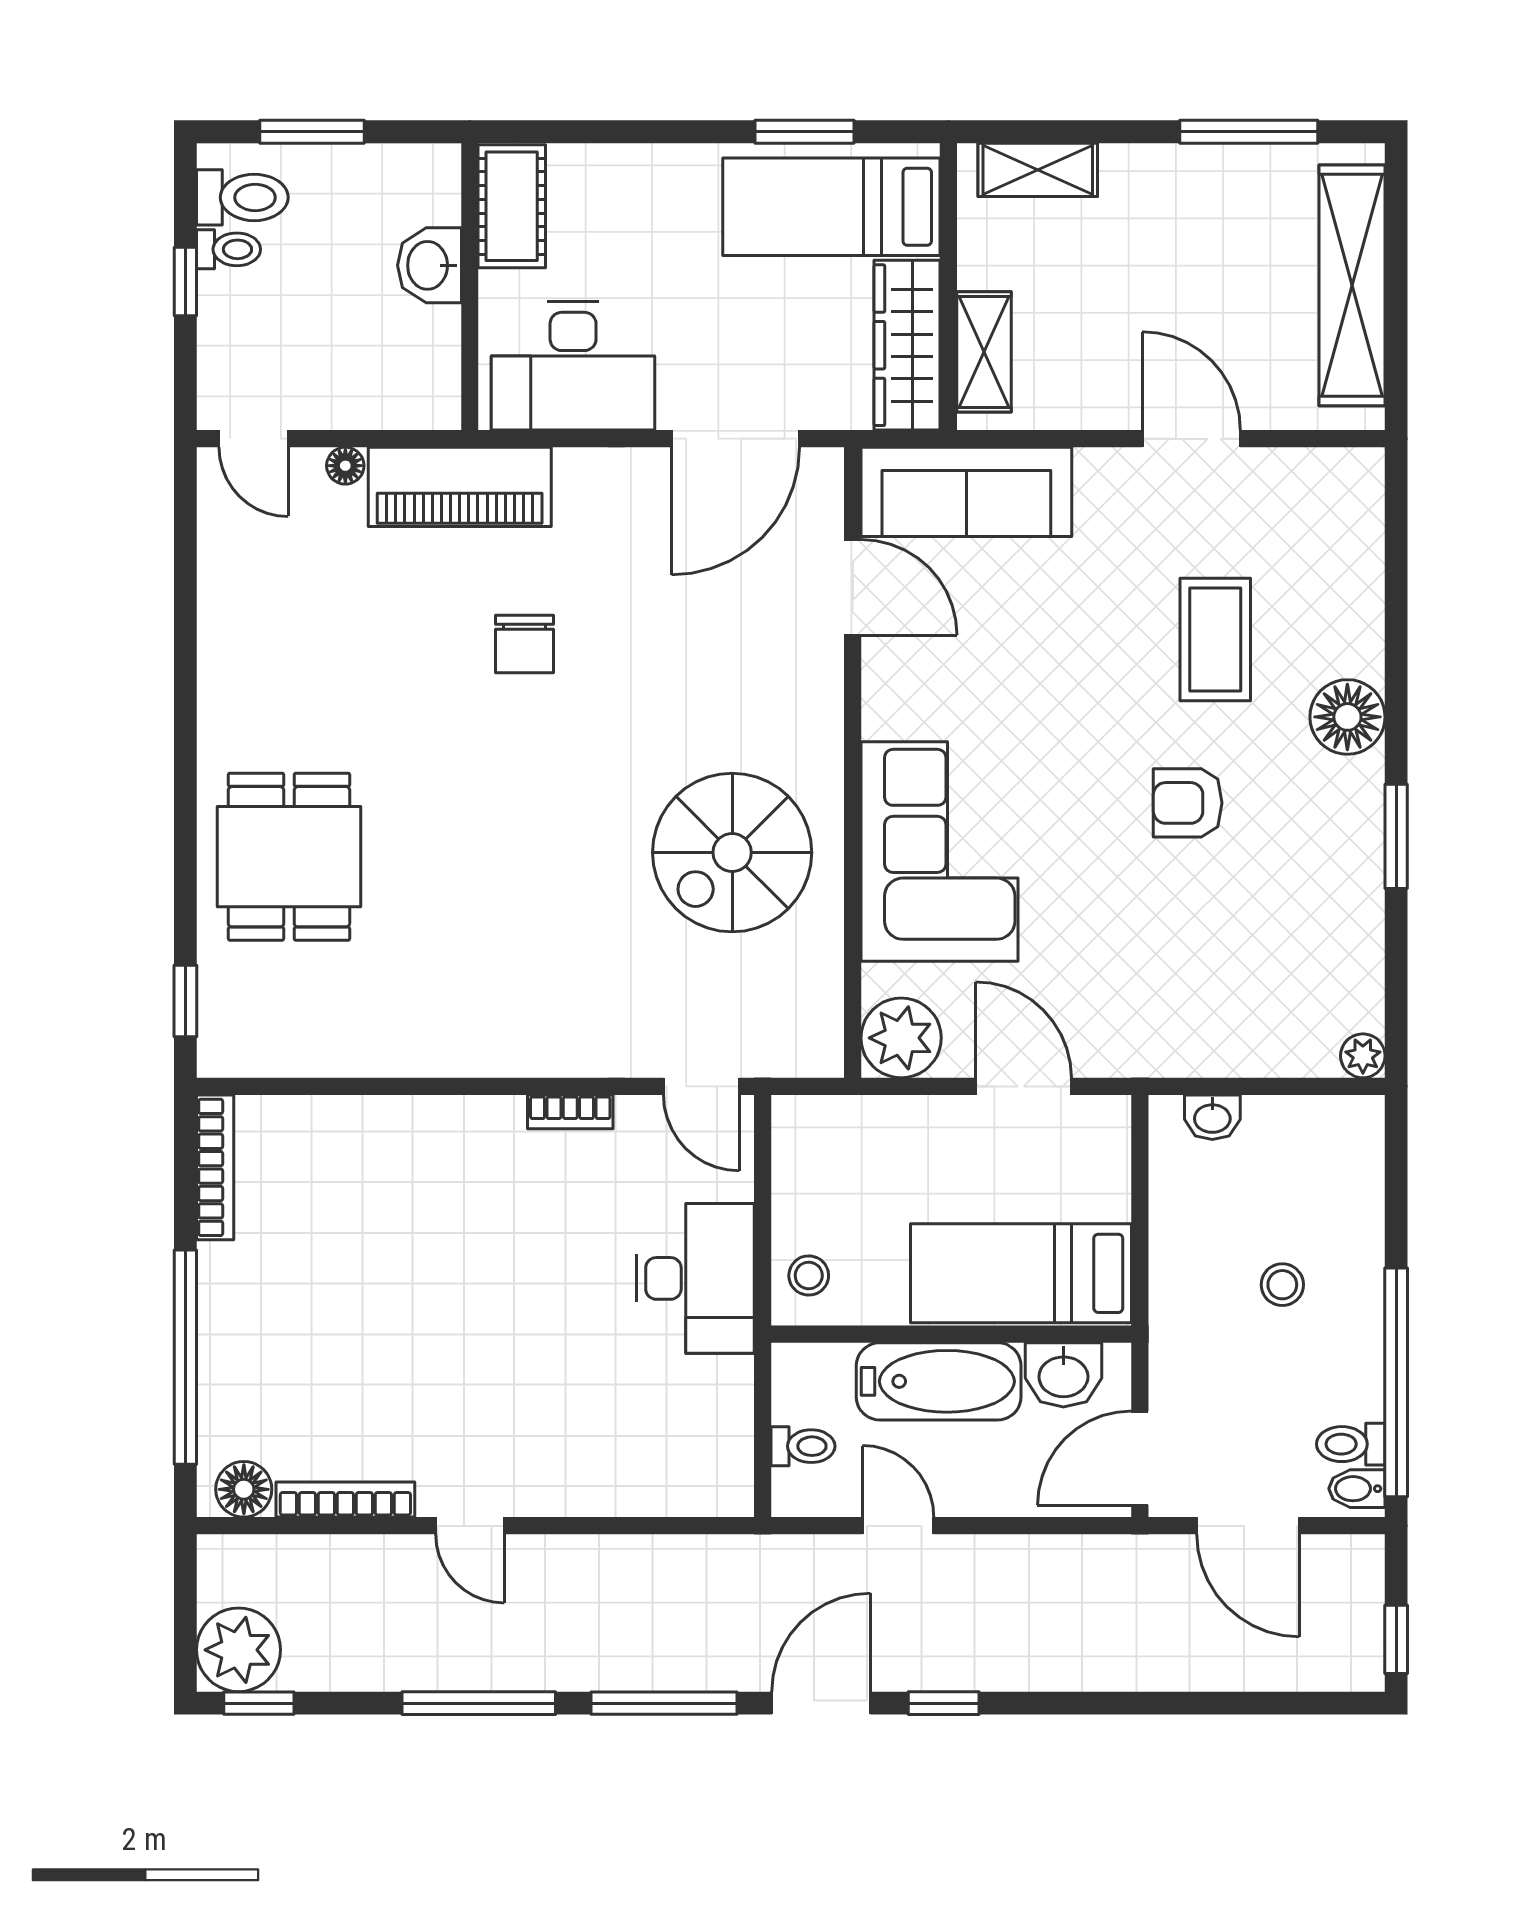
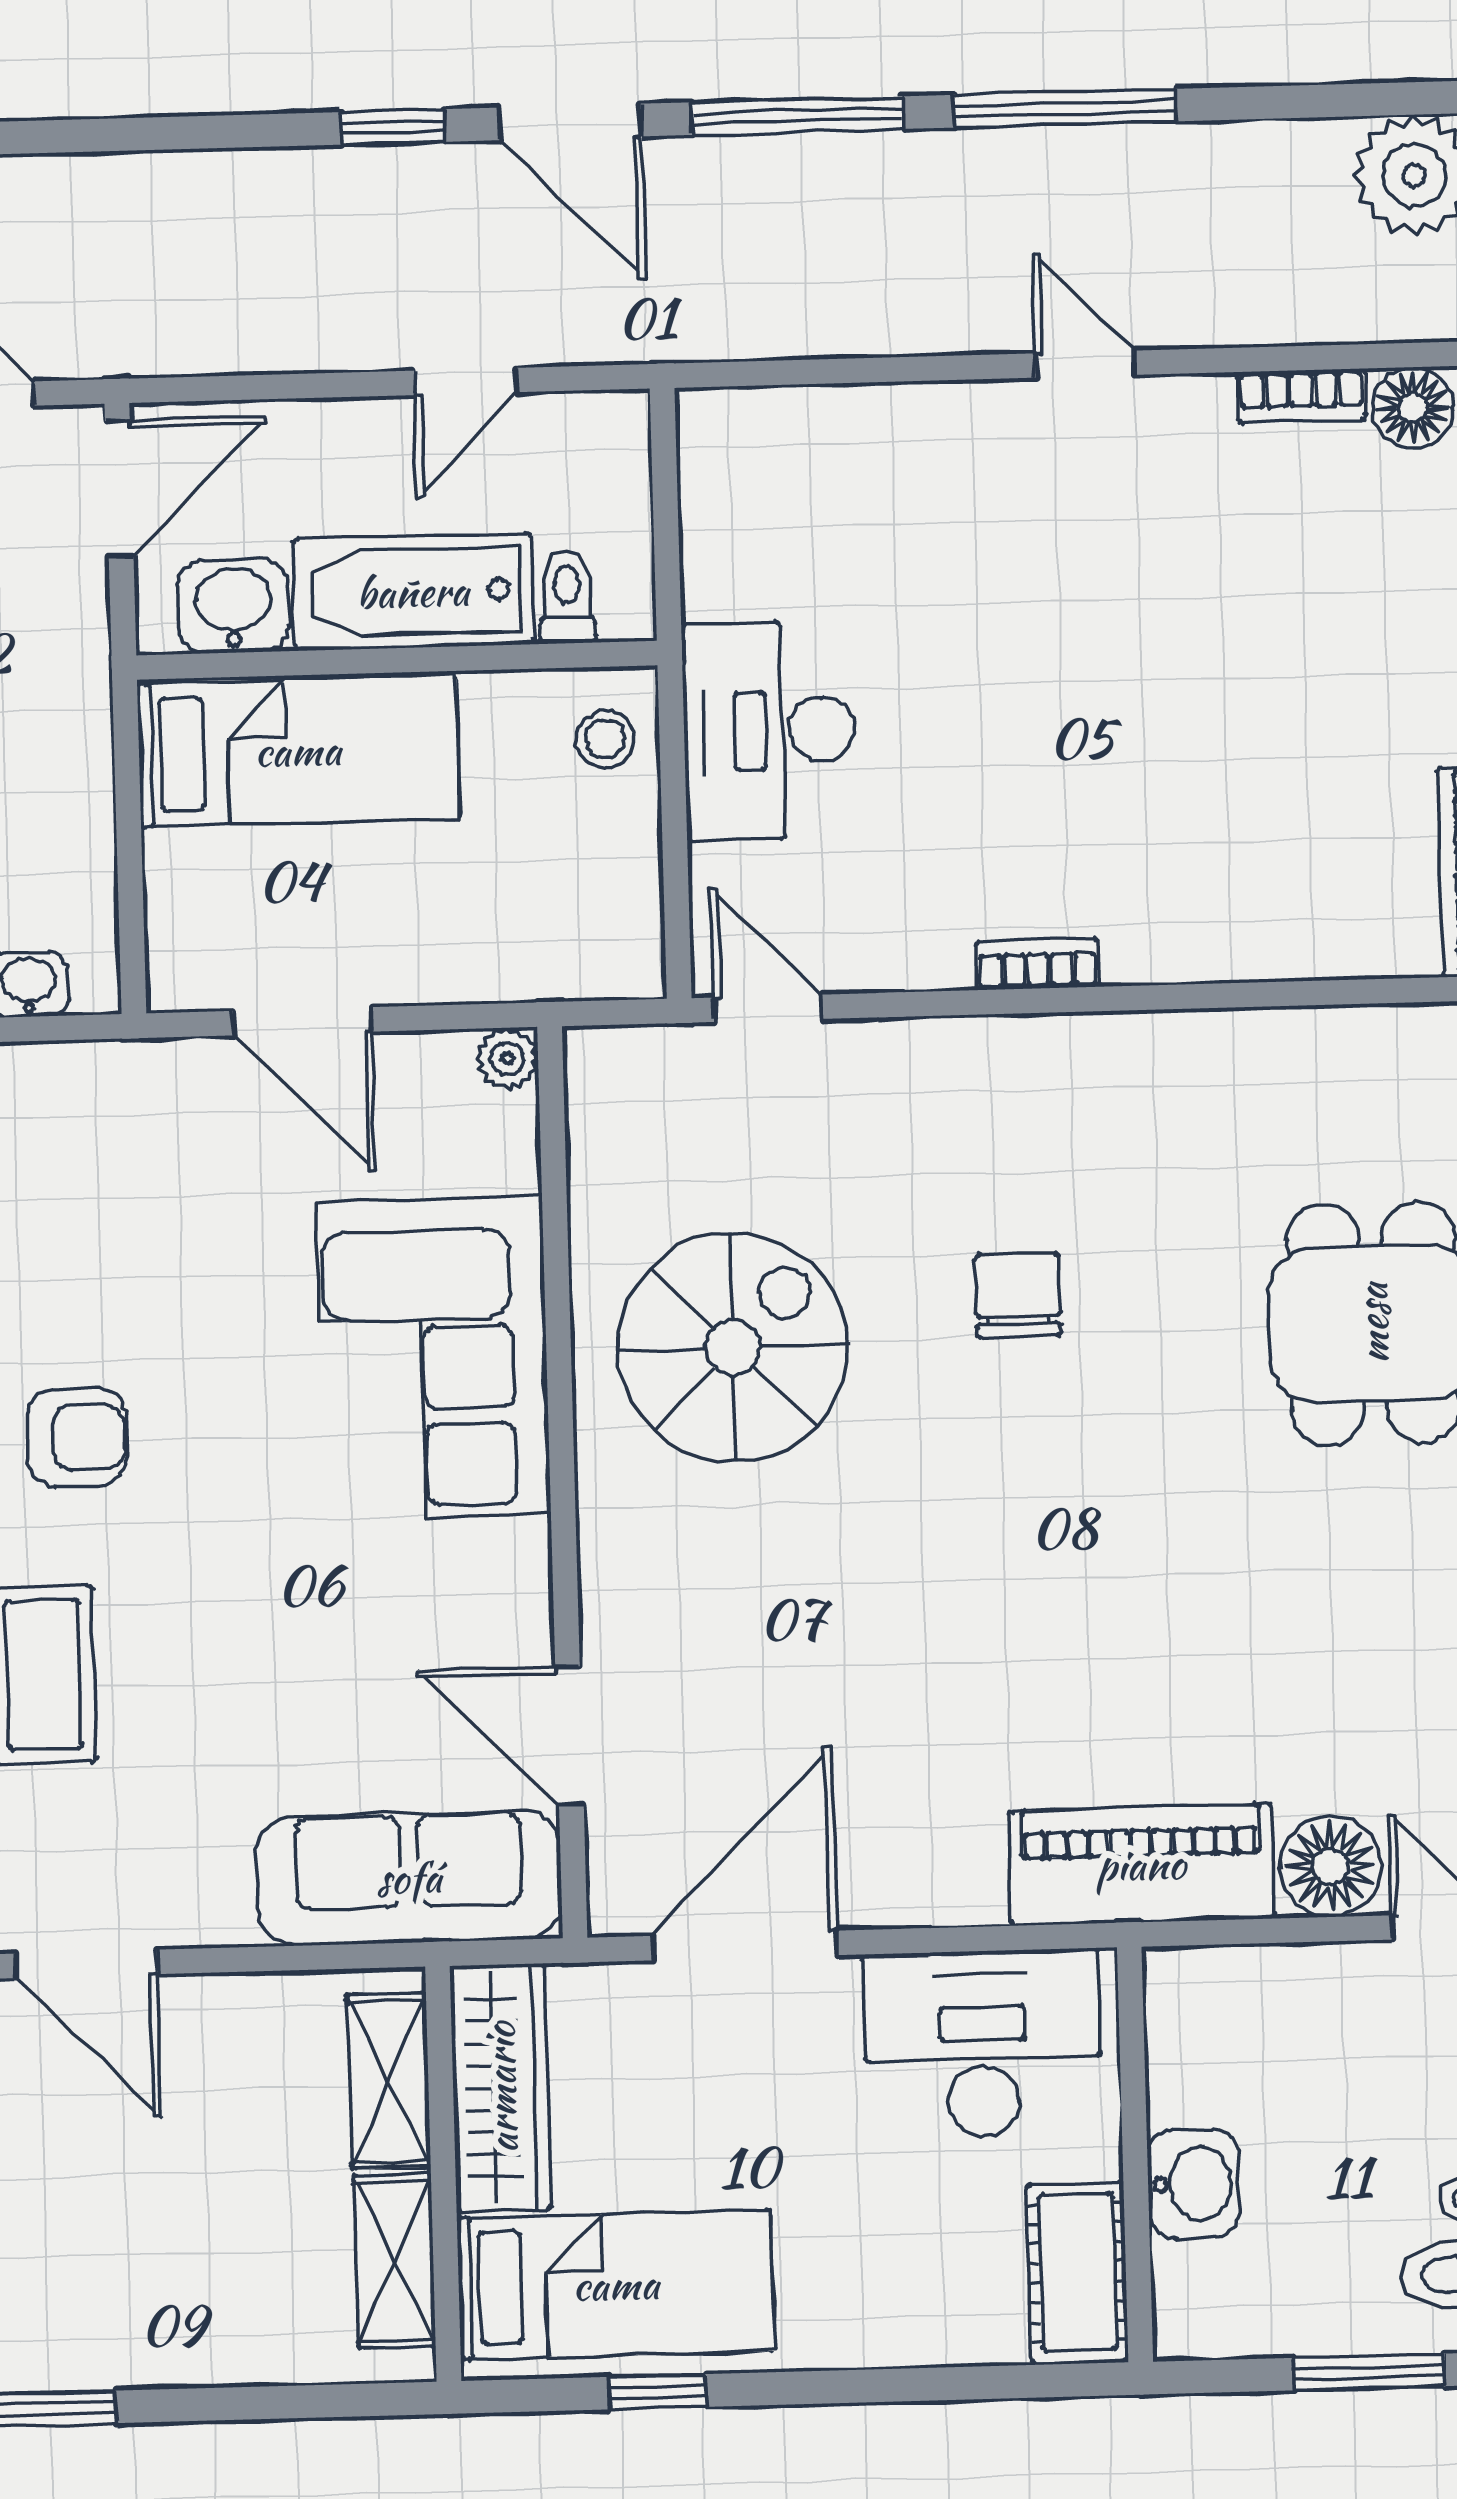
window: (805, 132) -> (657, 2392), width x0.67
shelving: (1038, 170) -> (395, 2261), moved, turned 90
floor lamp: (345, 466) -> (1331, 1866), width x1.89, depth x1.89
chair: (524, 644) -> (1018, 1295), moved
plant: (901, 1038) -> (507, 1059), width x0.53, depth x0.53
bookcase: (570, 1112) -> (1038, 964), moved
toilet: (803, 1446) -> (567, 597), moved, turned 90
bookcase: (345, 1499) -> (1302, 396), width x0.64
door: (898, 1526) -> (466, 381), hinge flipped
window: (259, 1703) -> (1383, 99), removed
door: (821, 1703) -> (570, 122), hinge flipped

